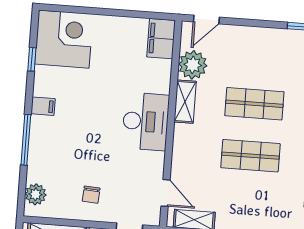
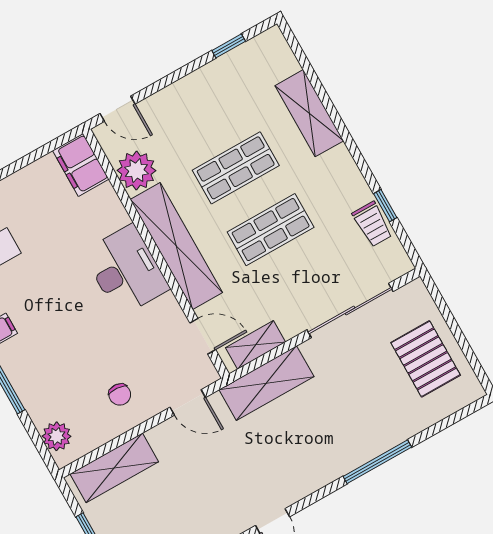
door: (206, 19) -> (118, 109), hinge flipped
shelving: (185, 102) -> (176, 246), width x2.20, depth x1.33

